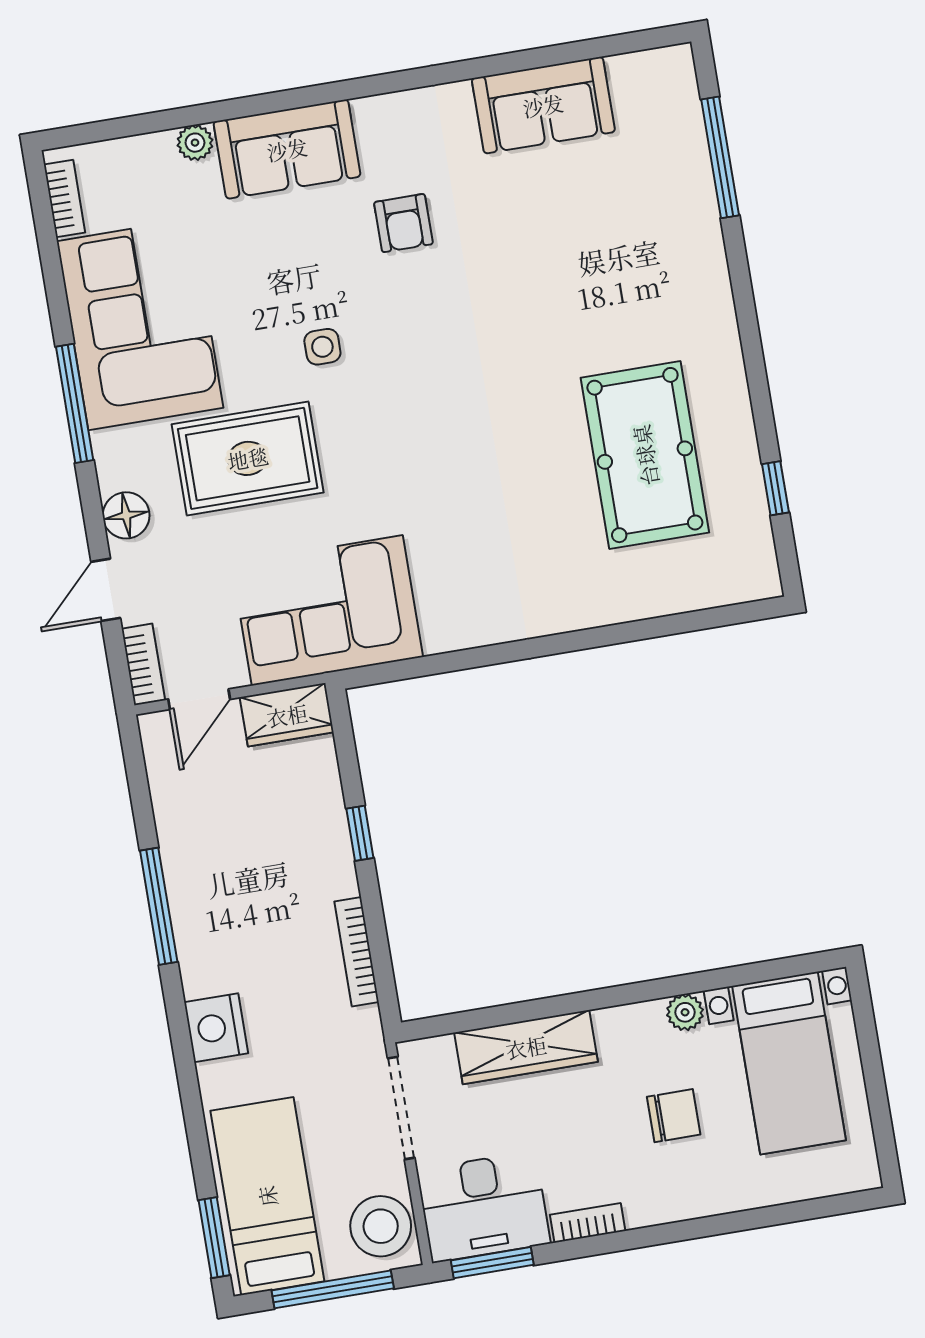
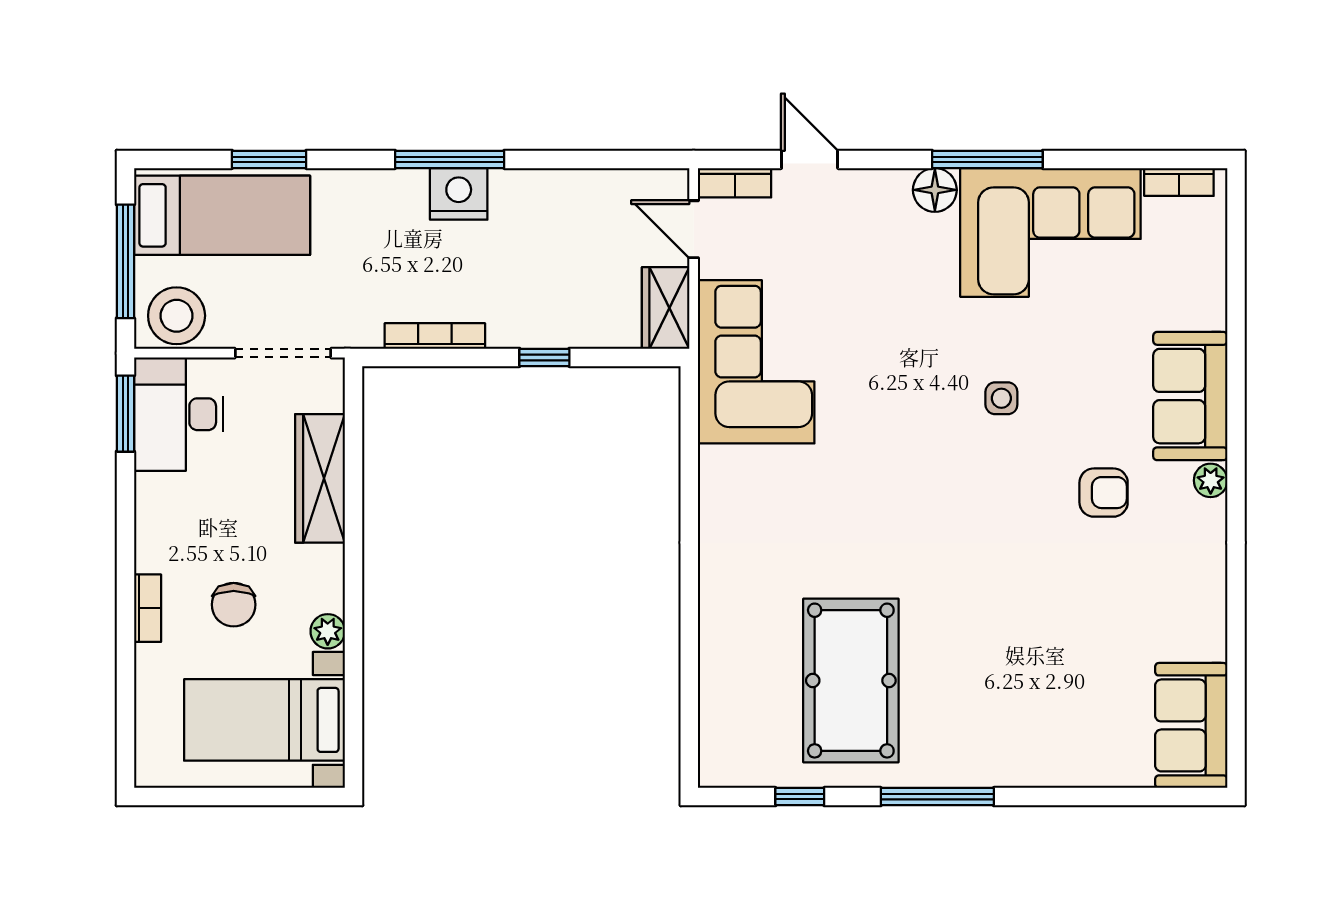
sofa: (543, 105) -> (1191, 725), moved
plant: (195, 143) -> (1211, 480), moved
window: (720, 157) -> (937, 797), moved
armchair: (403, 223) -> (1104, 493), turned 180
pool table: (645, 455) -> (851, 681), turned 90
rug: (248, 458) -> (909, 312), removed
floor lamp: (126, 515) -> (935, 190), moved
window: (159, 906) -> (450, 159), moved
nightstand: (216, 1028) -> (459, 194), moved
bookcase: (588, 1223) -> (148, 608), moved
window: (214, 1238) -> (269, 159), moved

